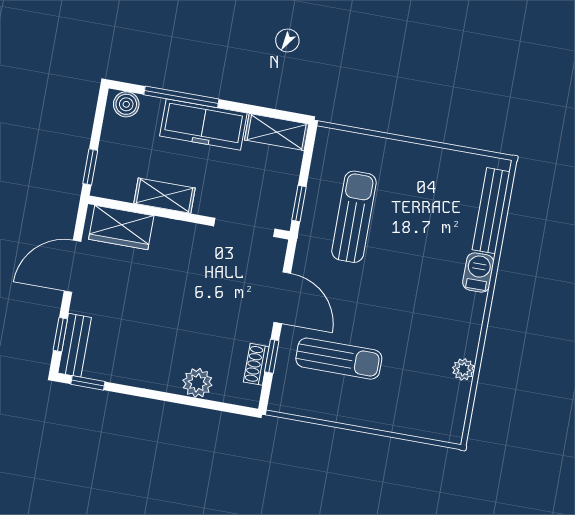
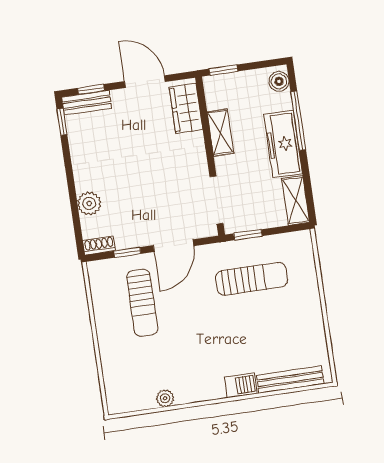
shoe rack: (256, 364) -> (99, 245), moved

